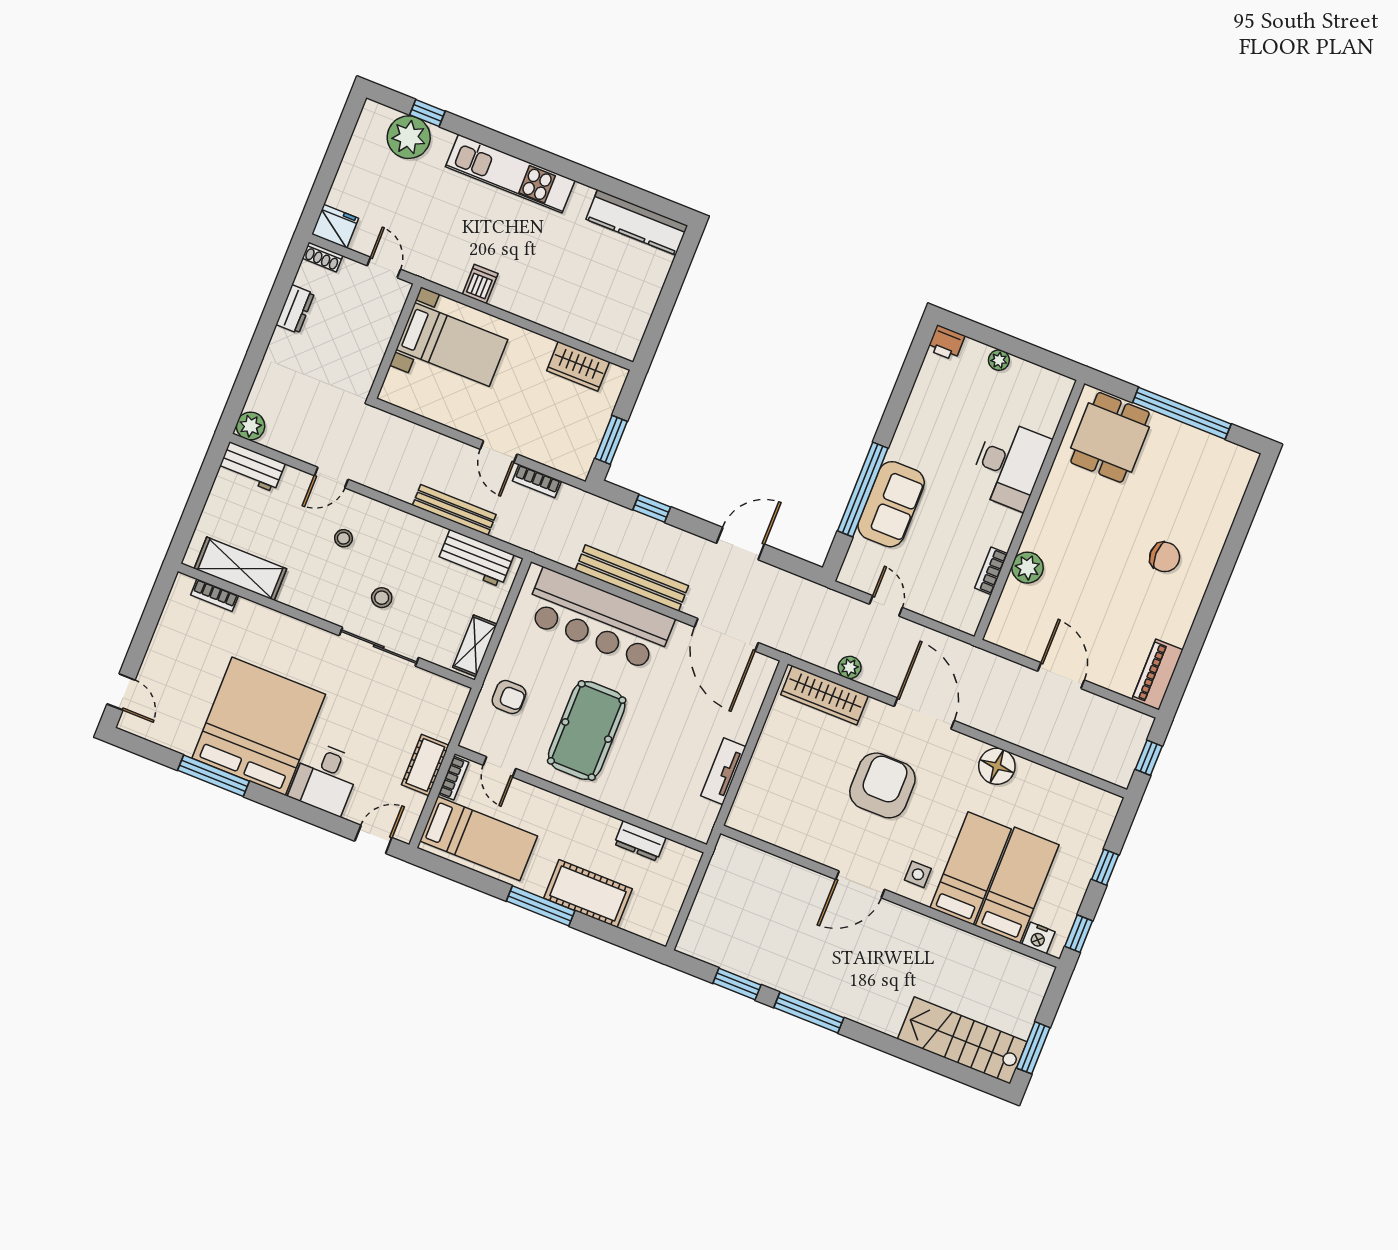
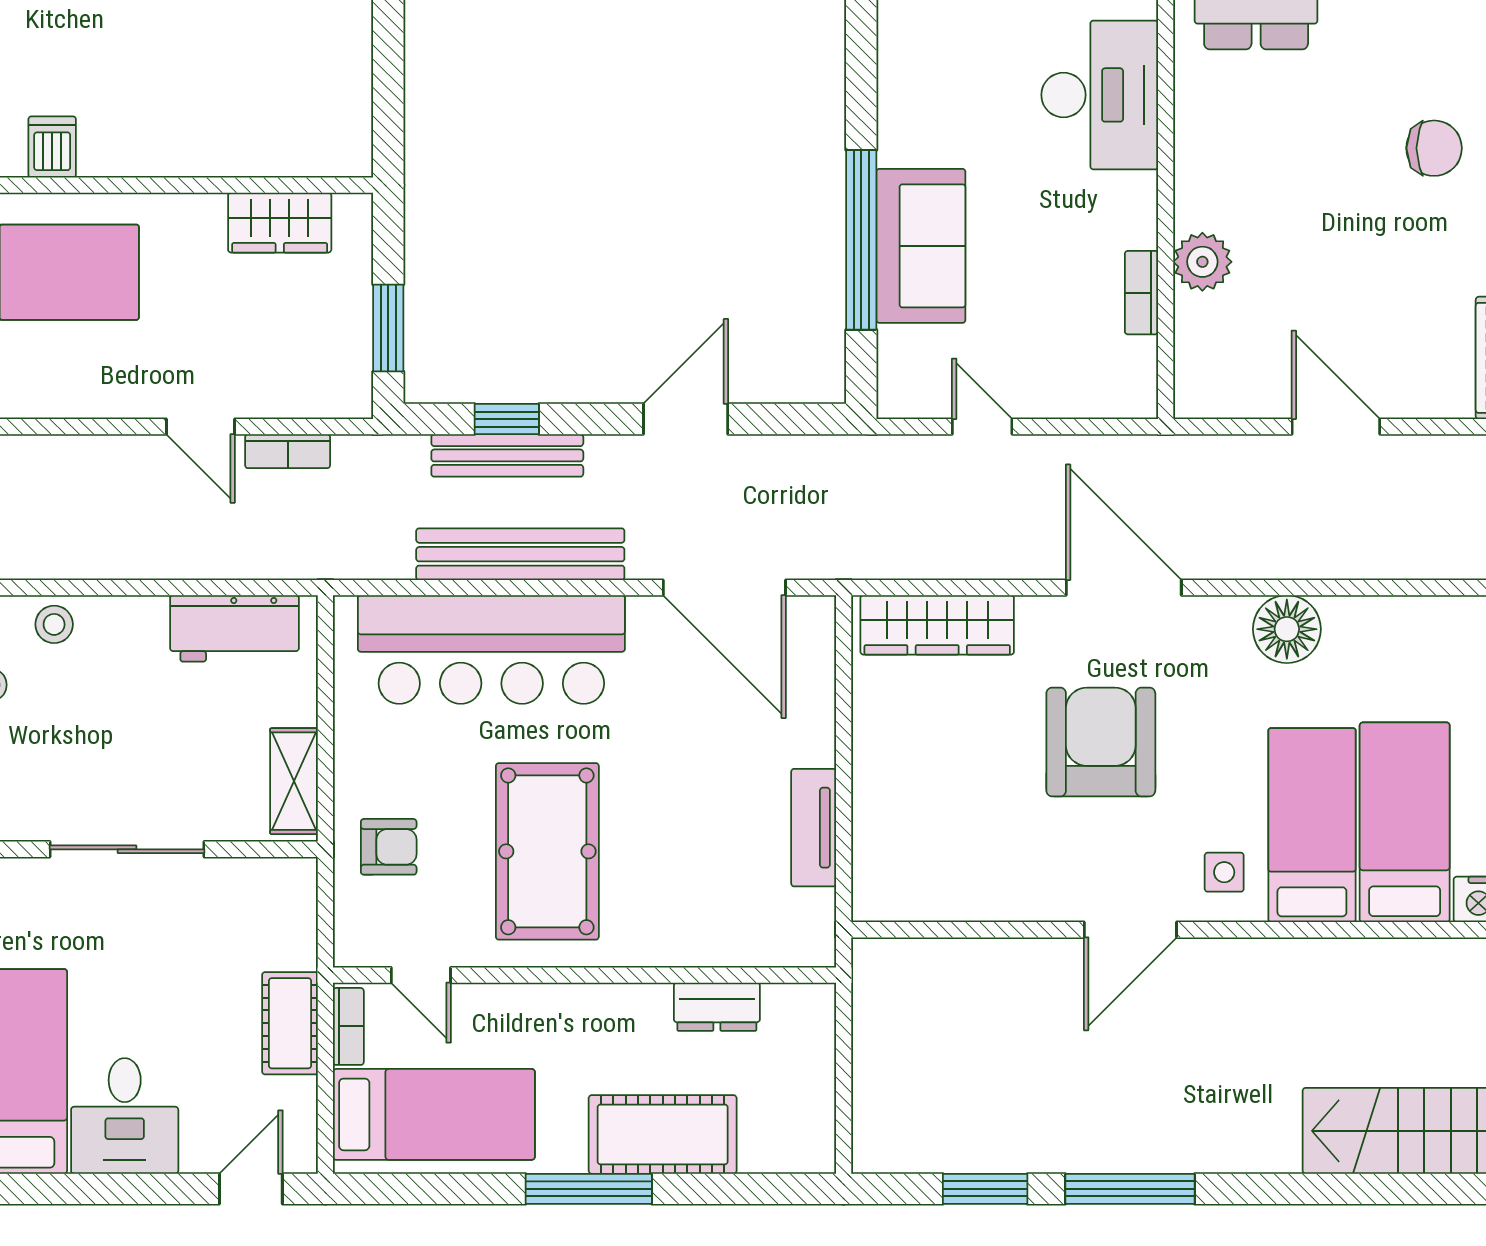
bench: (454, 510) -> (507, 455), moved
stool: (382, 598) -> (54, 624), moved
plant: (850, 667) -> (962, 559), removed

